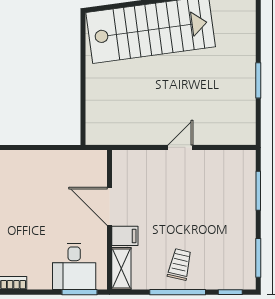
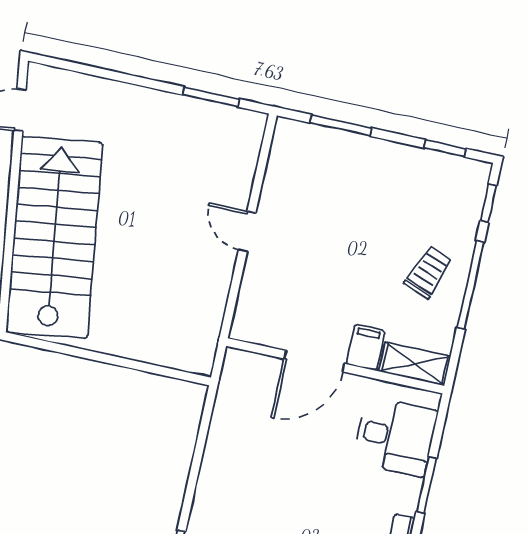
window: (258, 80) -> (211, 97), moved
window: (258, 258) -> (445, 148), width x0.67
trolley: (180, 264) -> (428, 272), turned 98
window: (79, 292) -> (426, 485), moved

